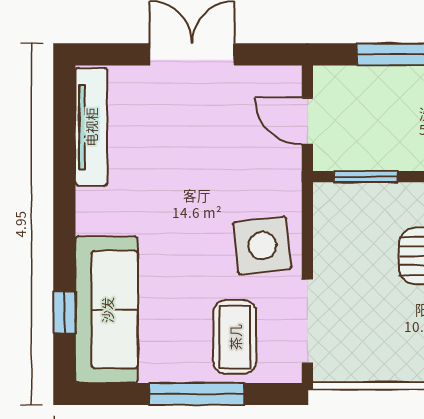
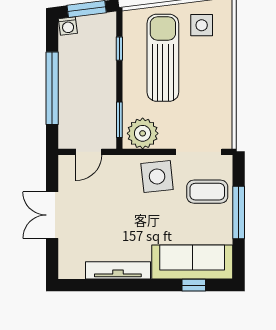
tv unit: (91, 127) -> (118, 270), moved
plant: (341, 219) -> (143, 133), added

